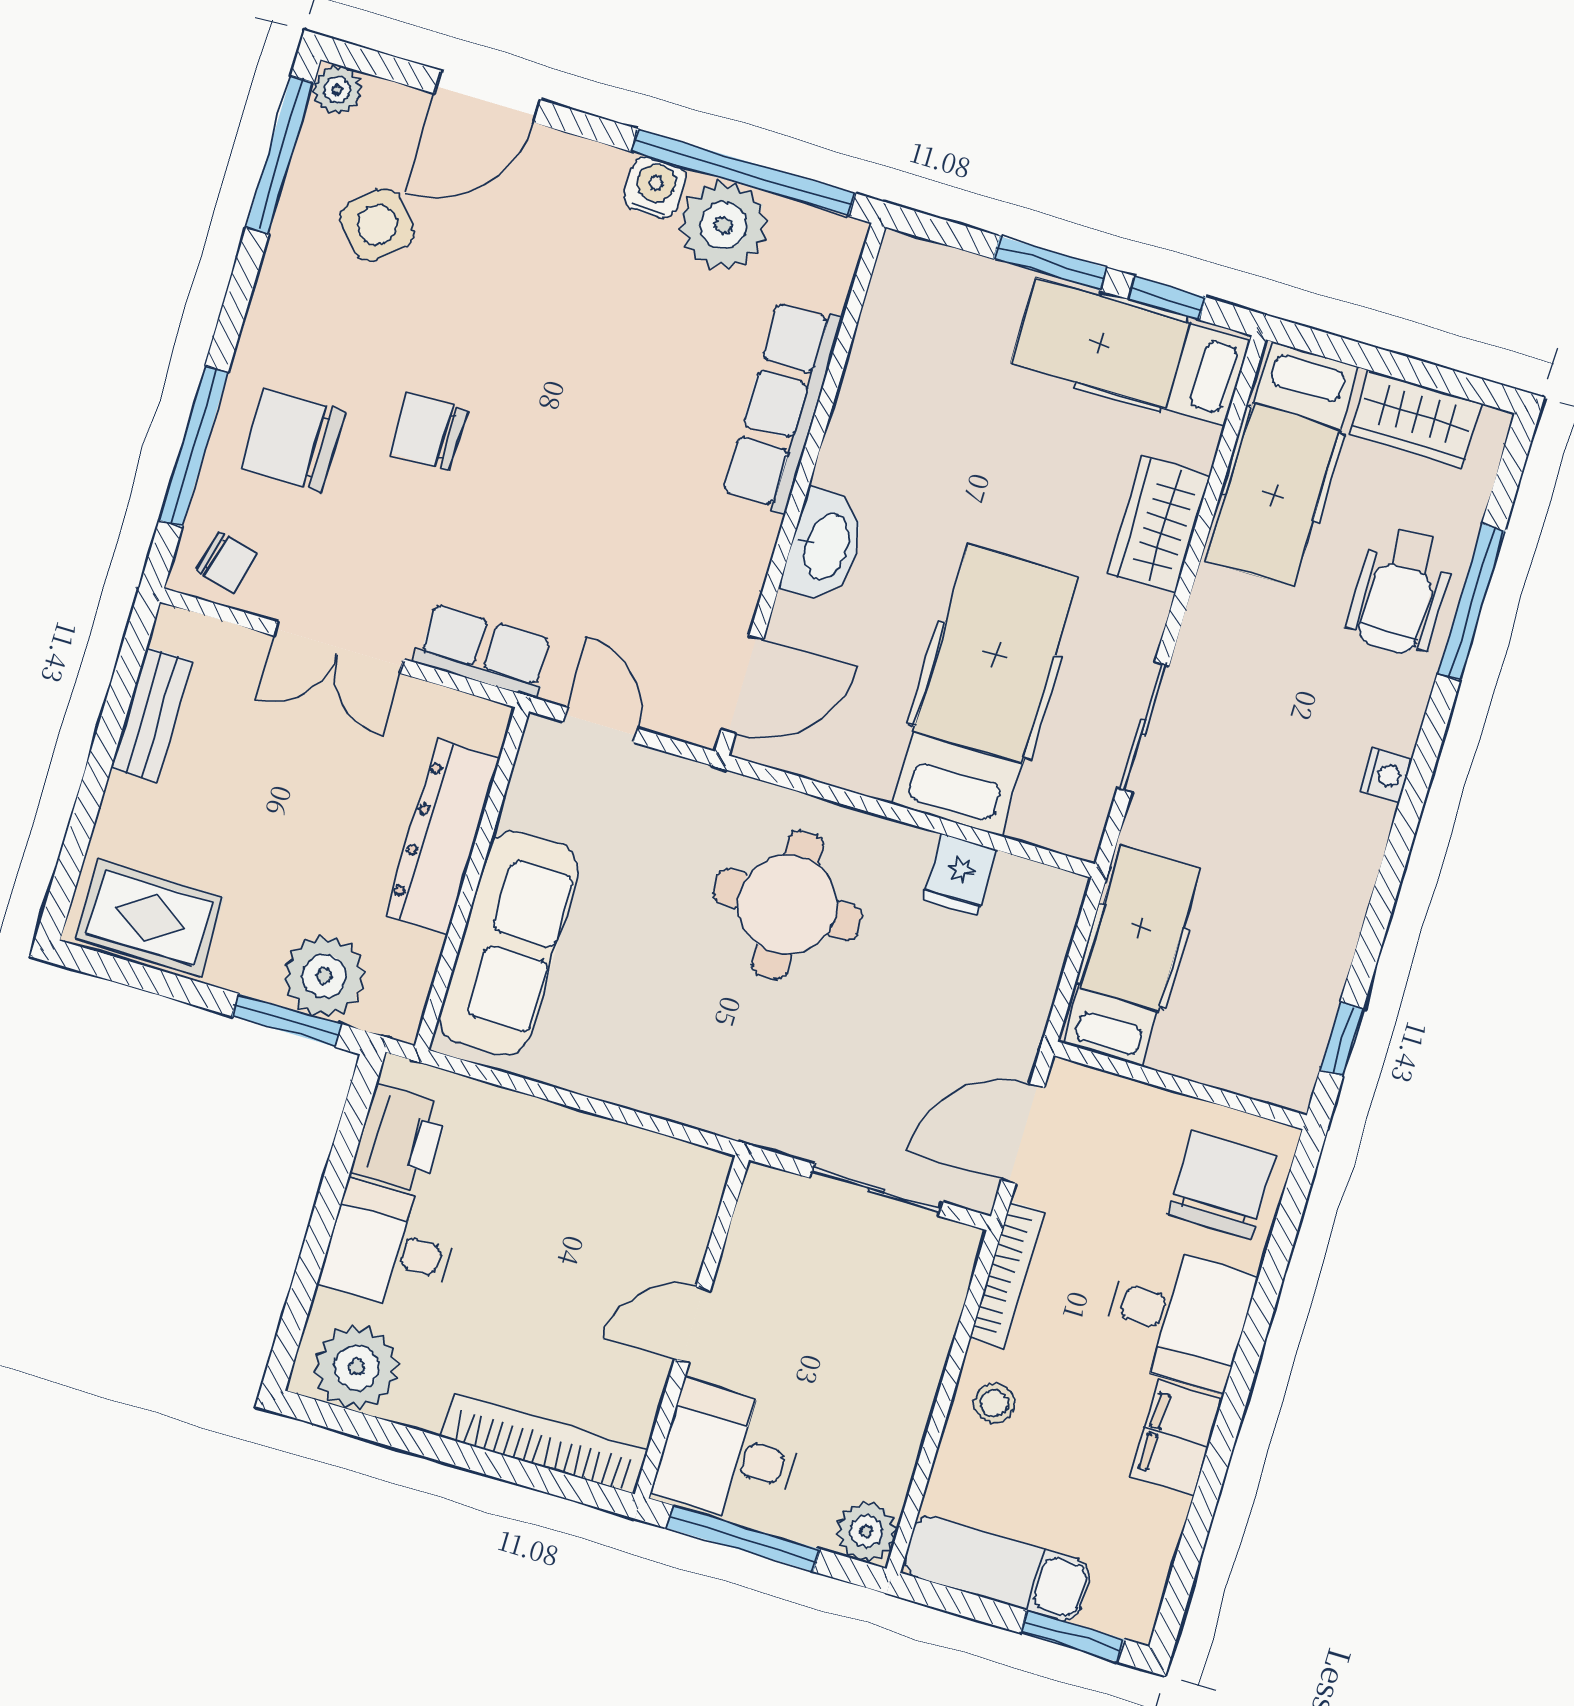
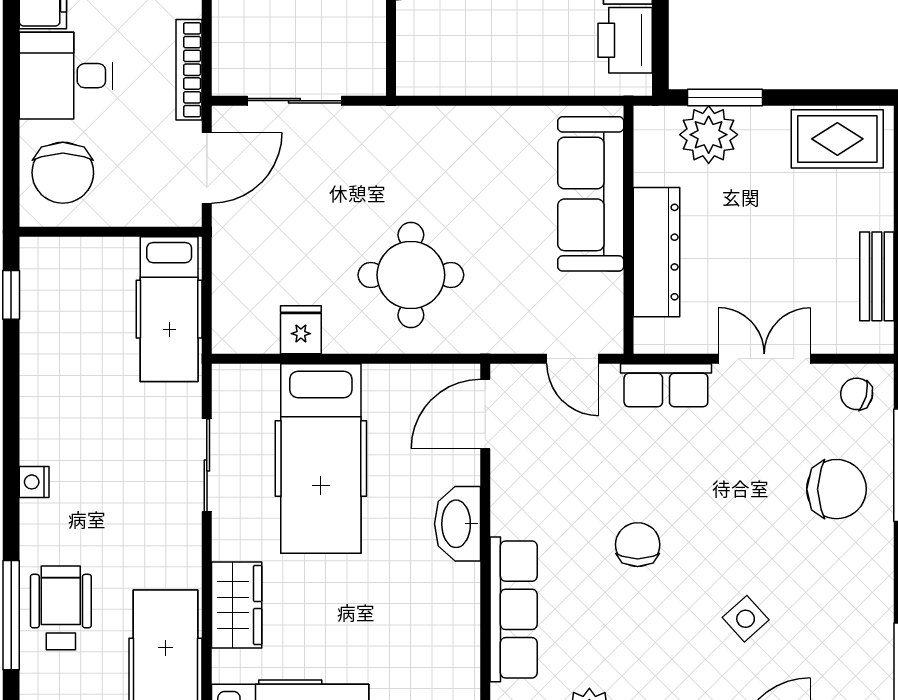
side table: (377, 225) -> (746, 619), moved, width x0.73, depth x0.73
chair: (428, 432) -> (638, 545), moved, turned -90

